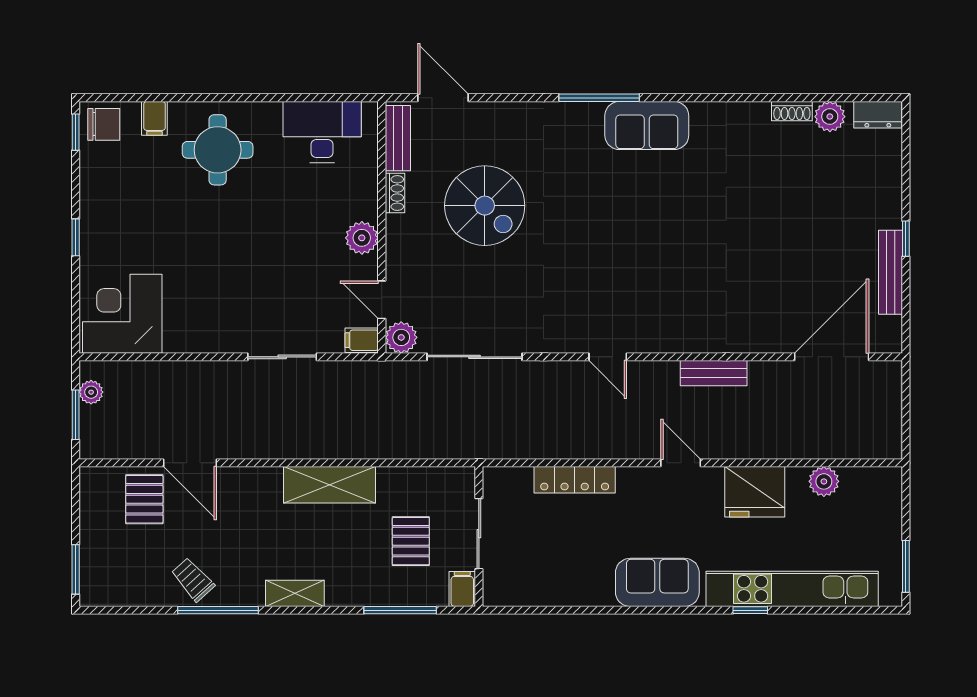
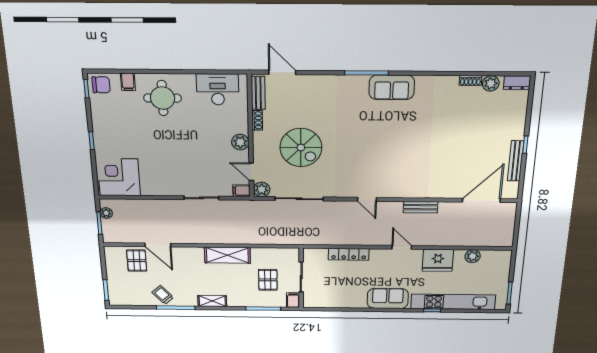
spiral stairs: (485, 206) -> (301, 148), moved

